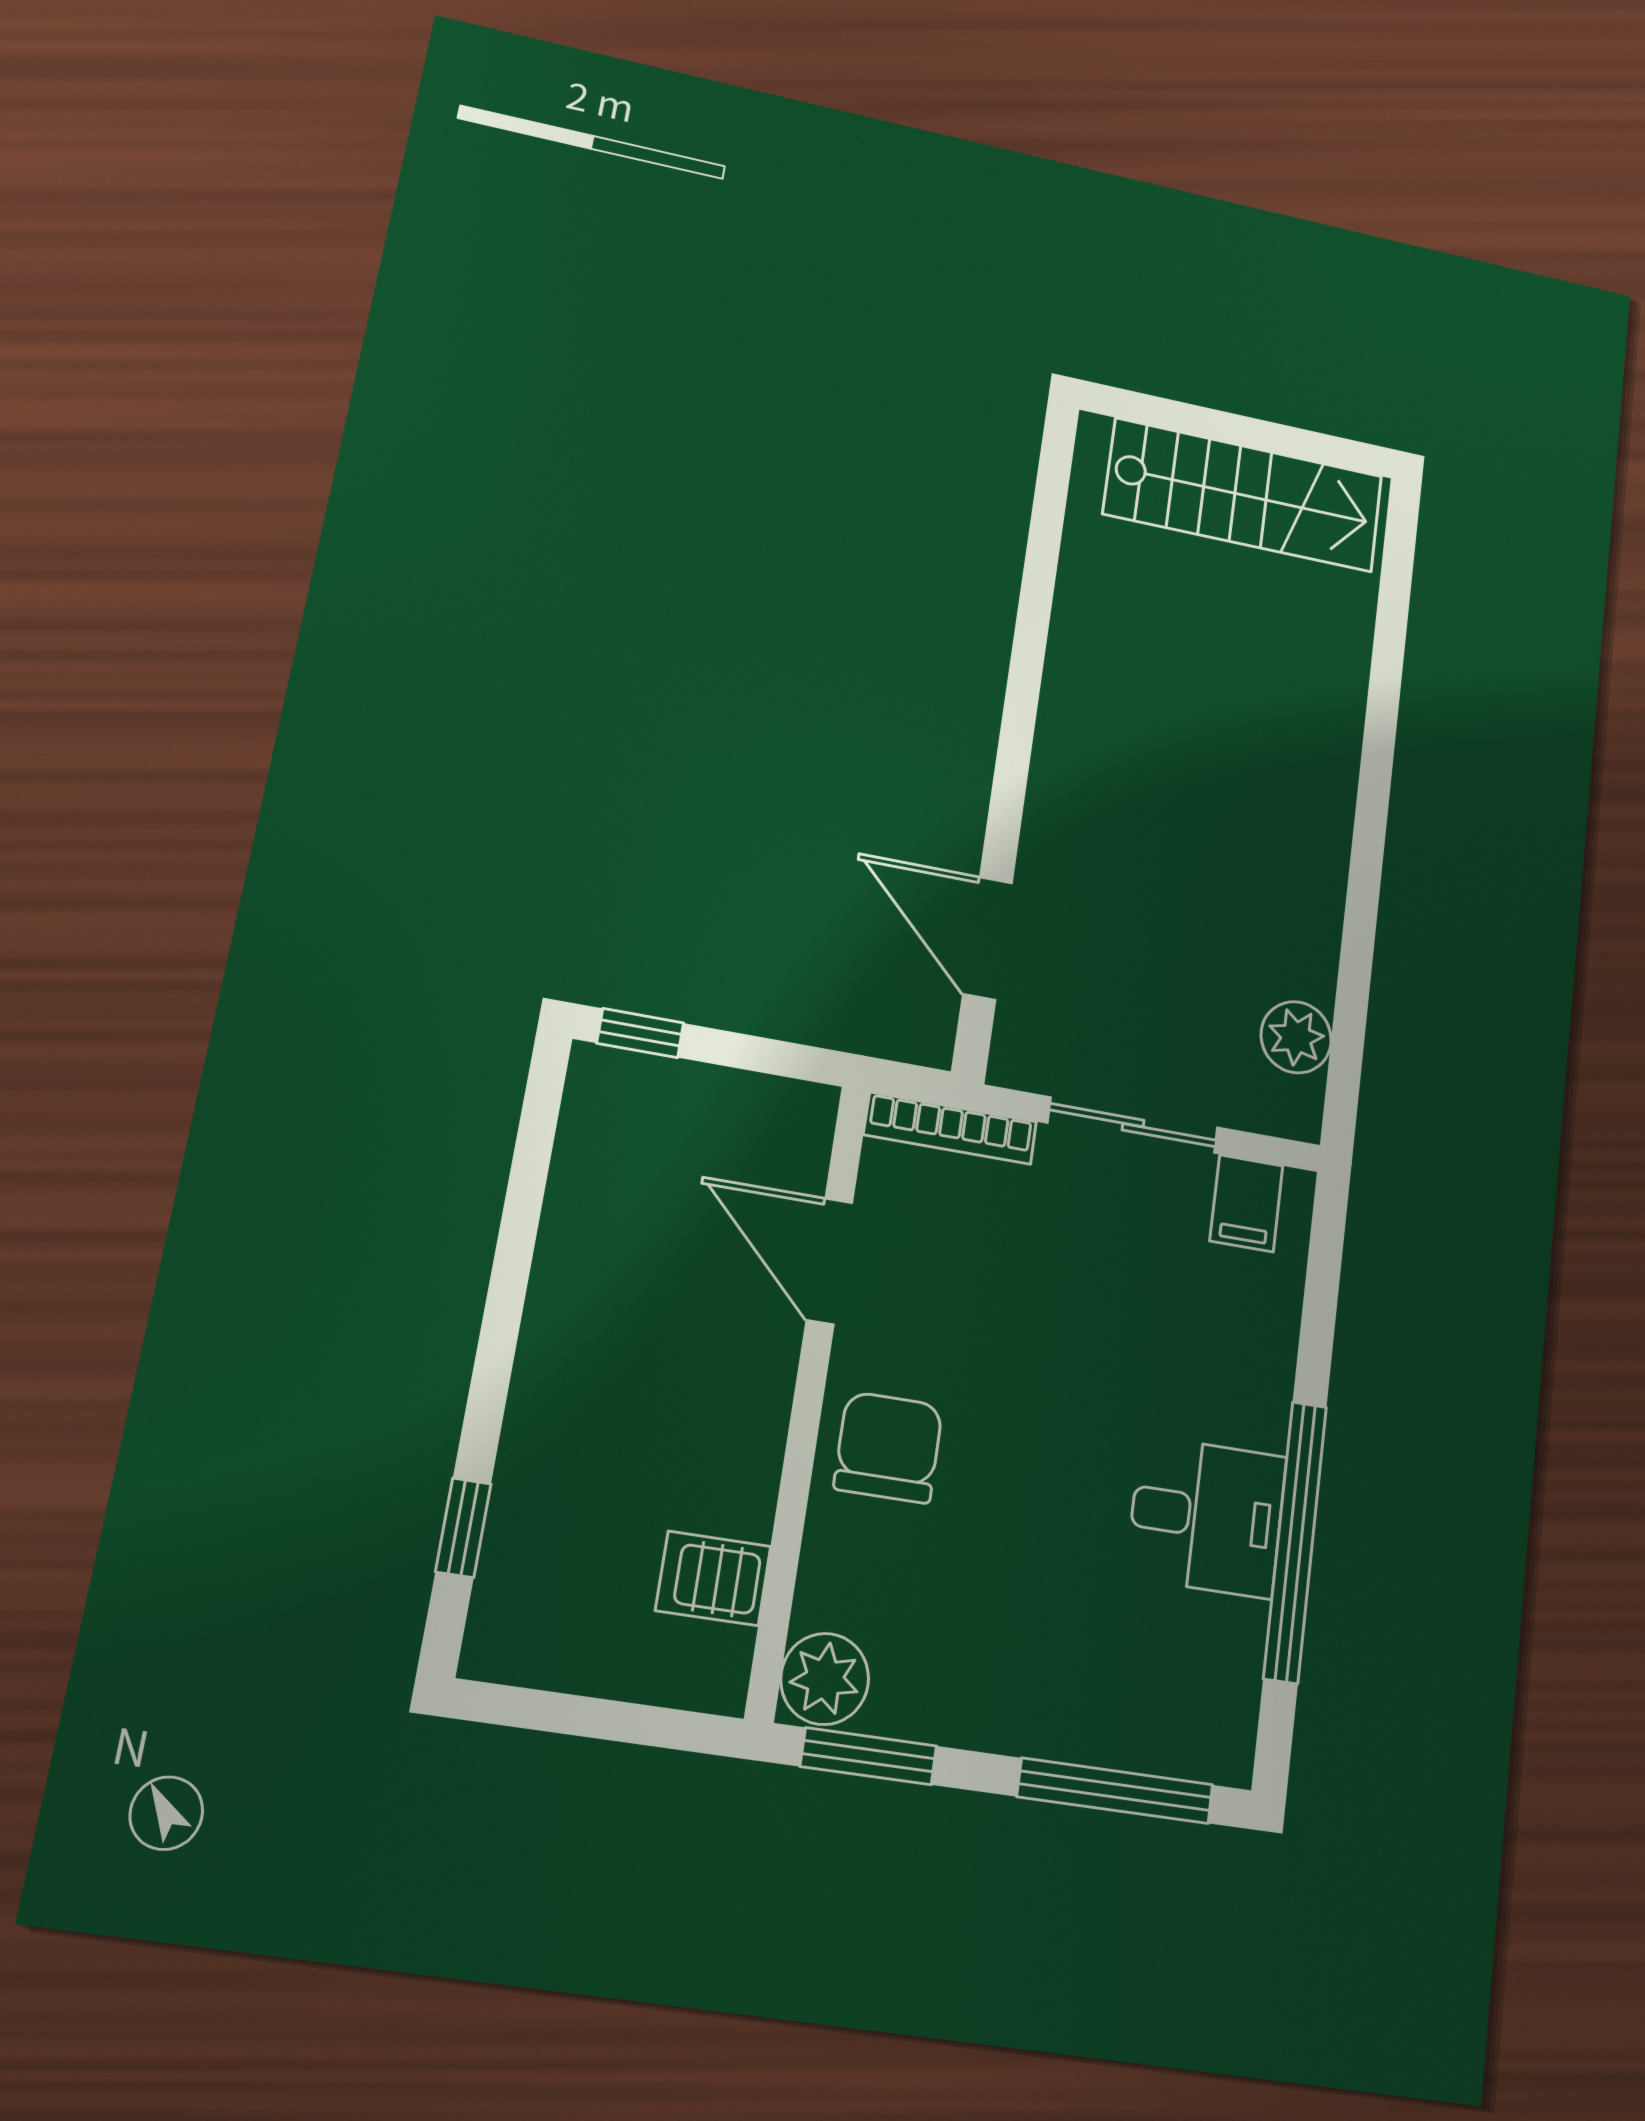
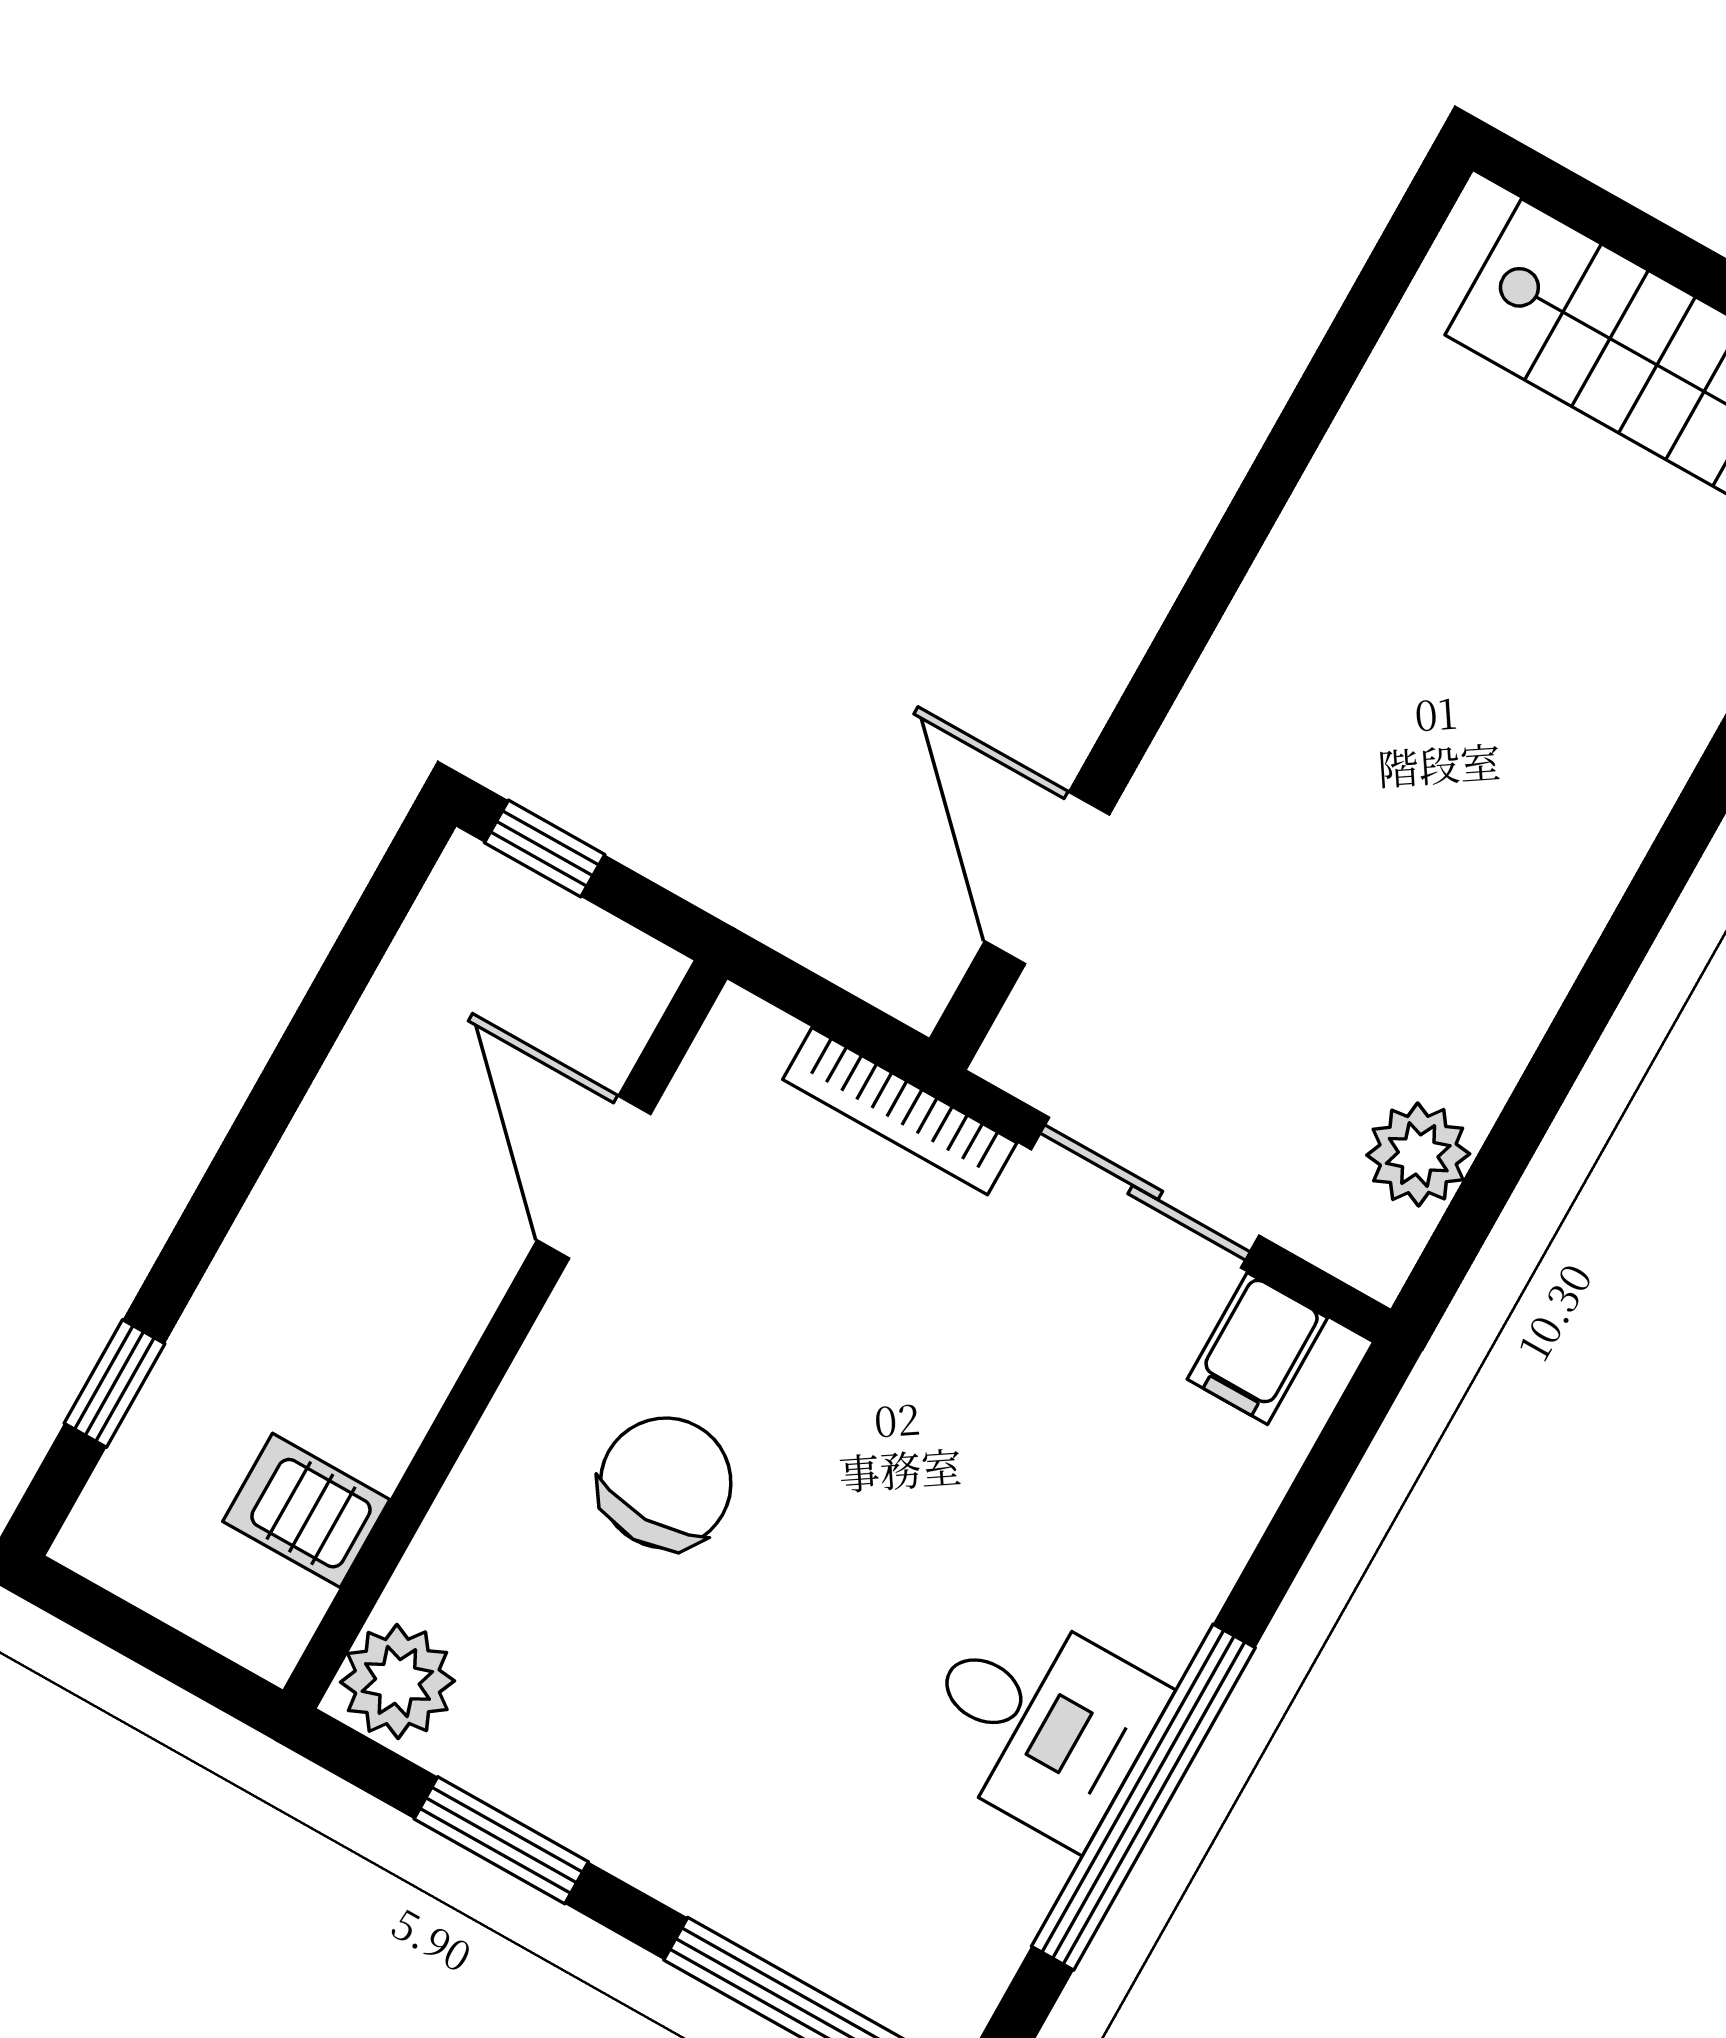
door: (829, 1261) -> (594, 1177), moved
wall: (809, 1395) -> (505, 1334), moved
server rack: (713, 1578) -> (306, 1510), moved
plant: (825, 1679) -> (397, 1682), moved

